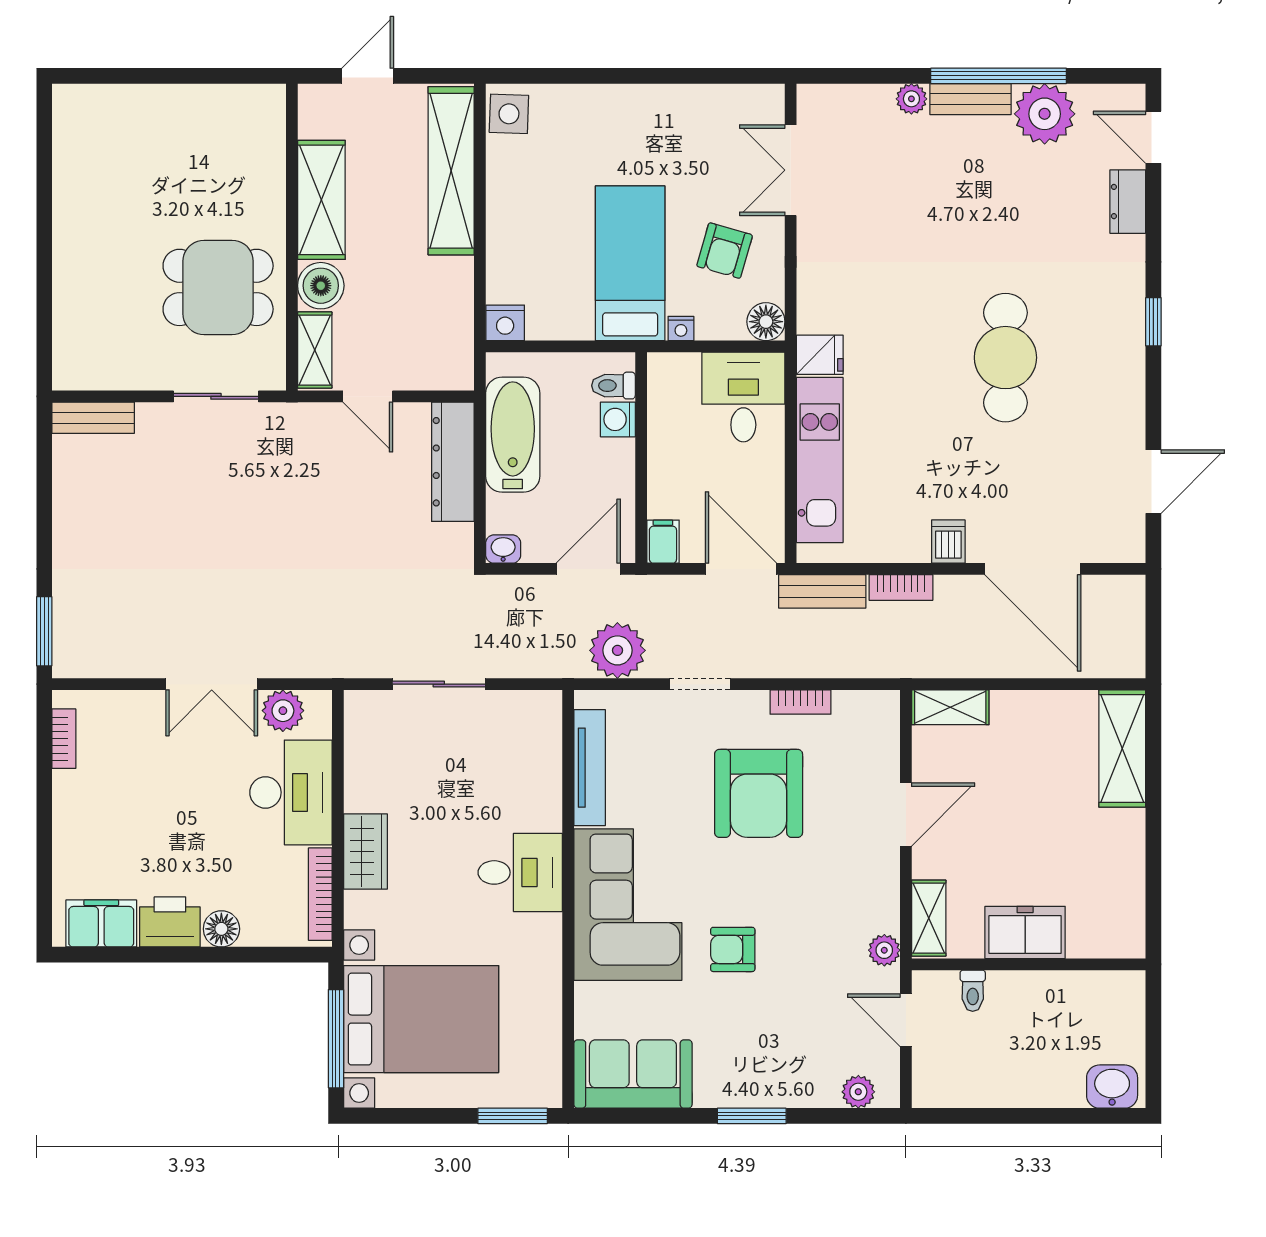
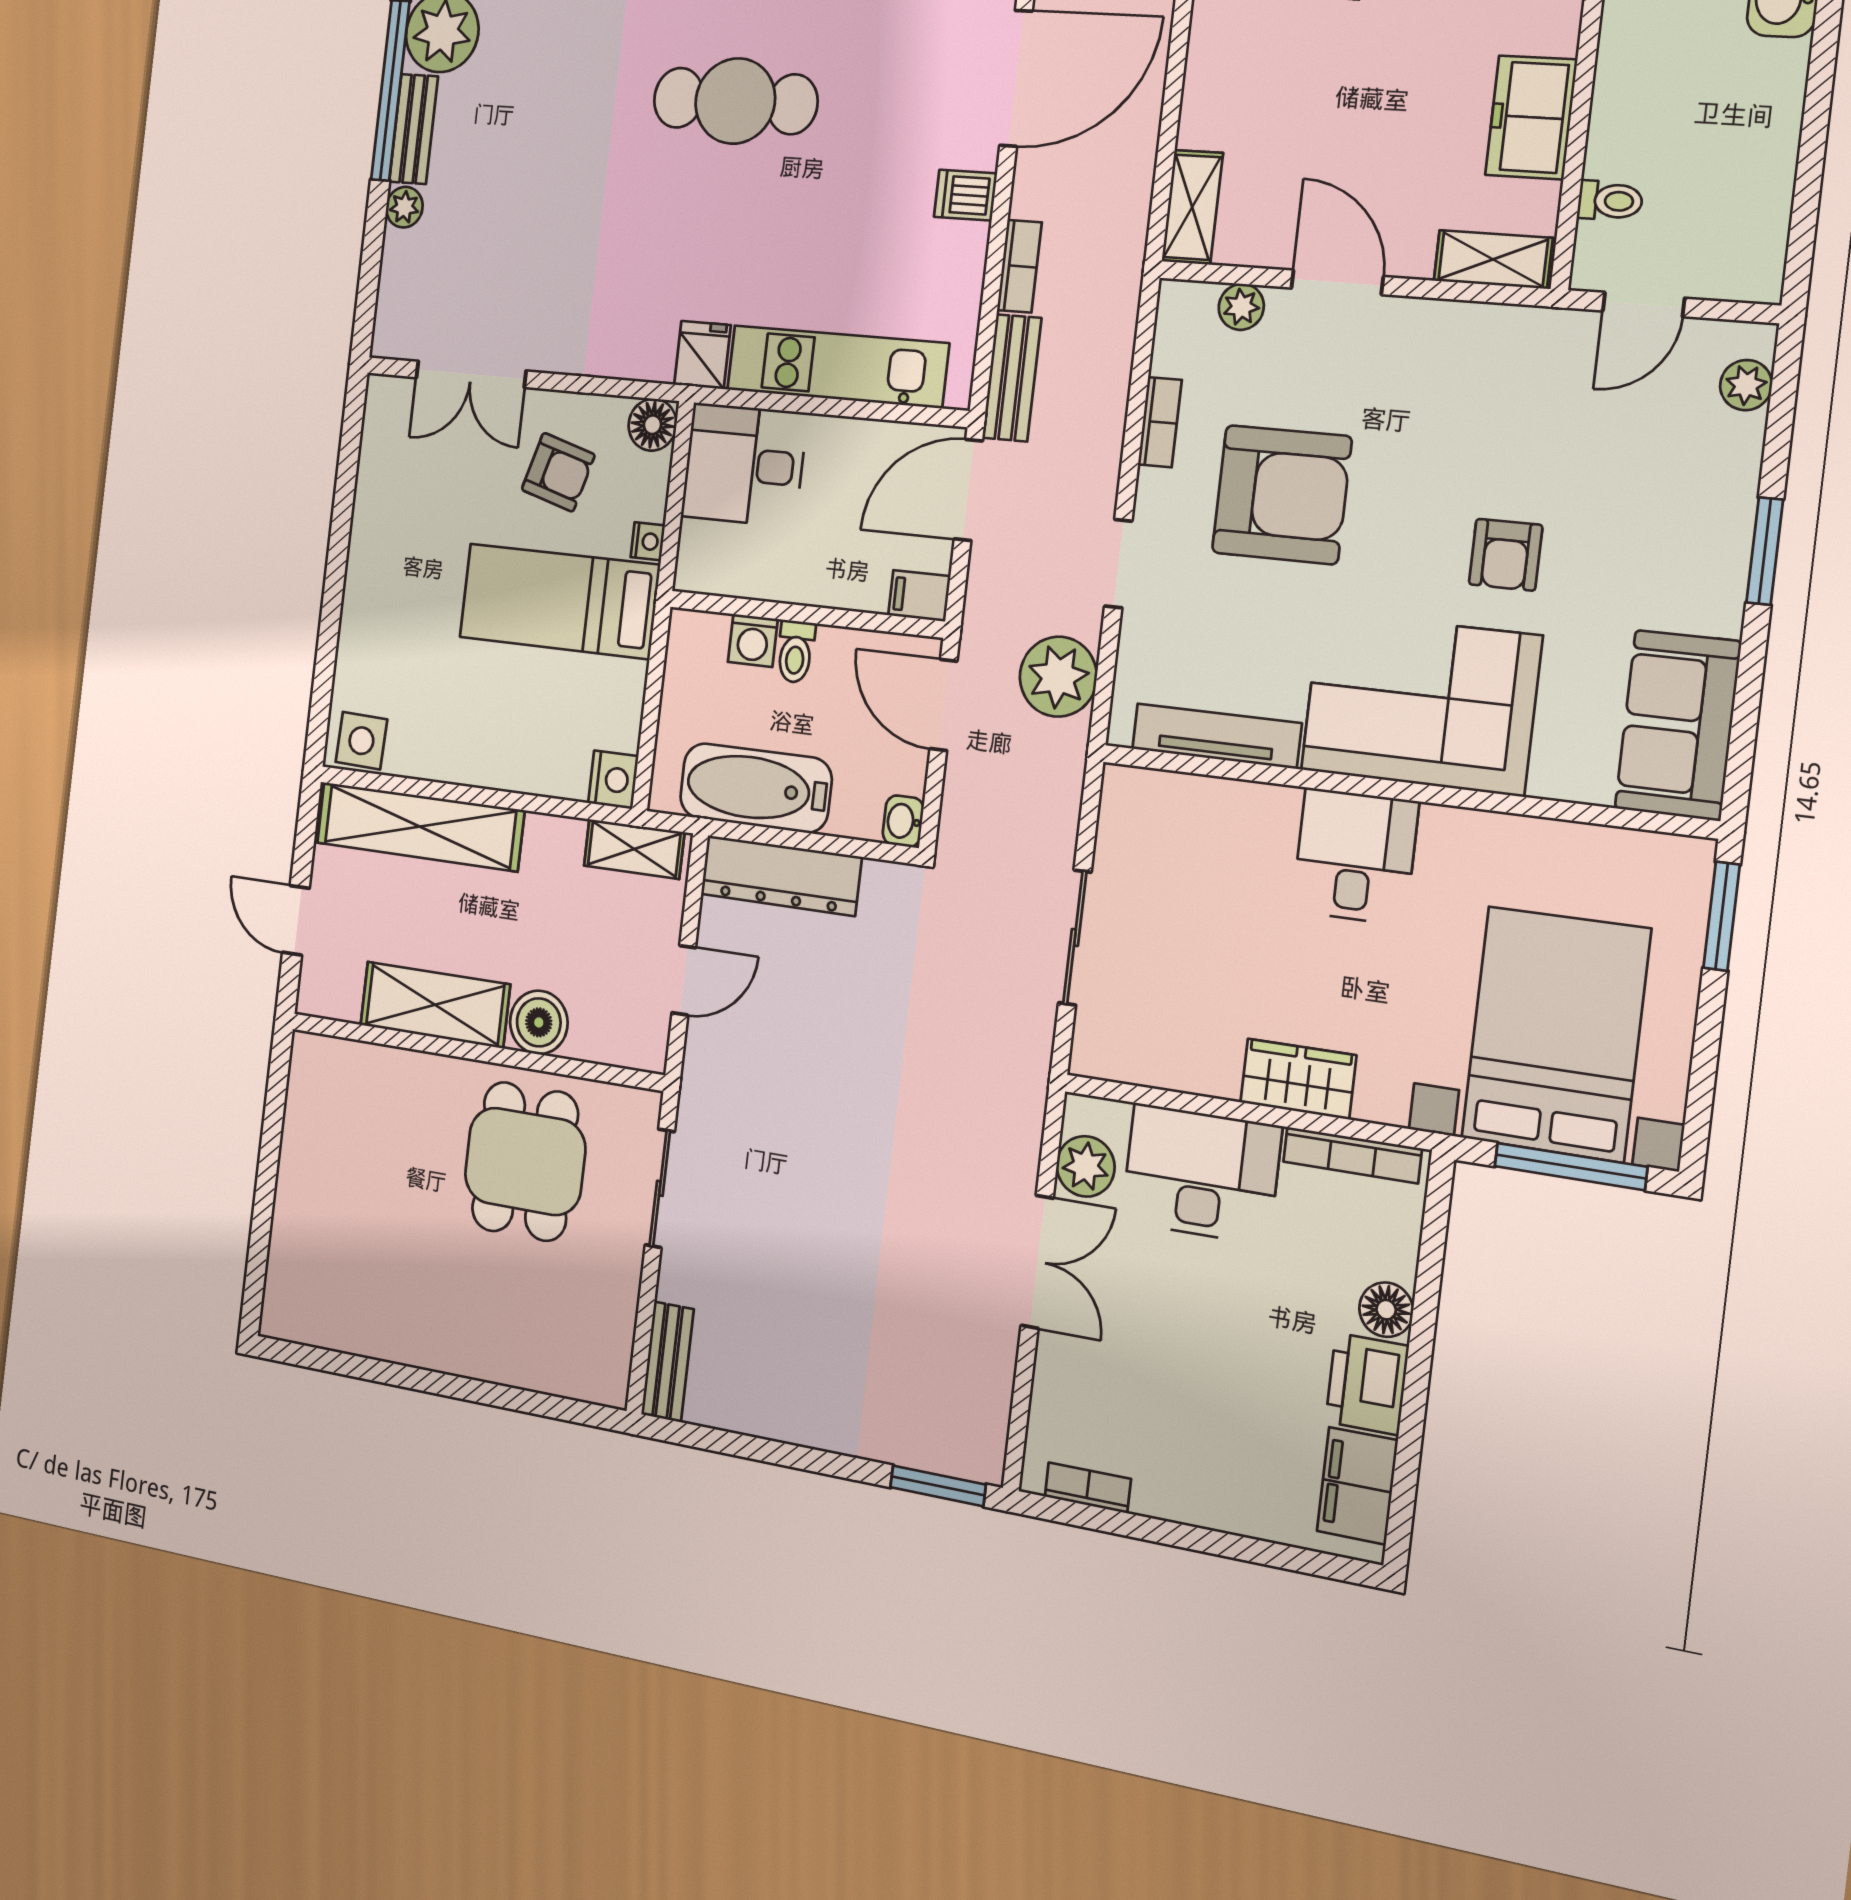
shelving: (315, 350) -> (634, 849), moved
toilet: (614, 386) -> (796, 652), moved
plant: (884, 950) -> (1241, 307), moved

